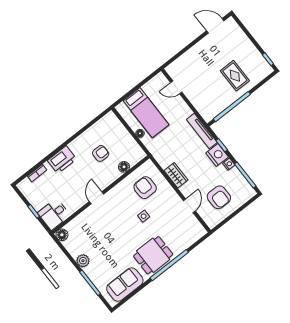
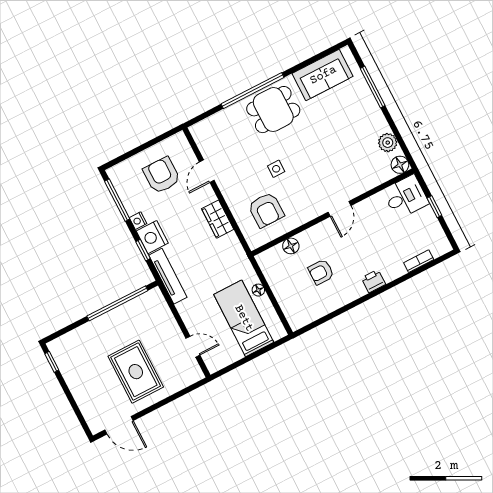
rug: (235, 76) -> (136, 372), moved, width x1.36, depth x1.43
printer: (62, 160) -> (373, 281), width x0.53, depth x0.68
plant: (83, 261) -> (388, 143), moved

